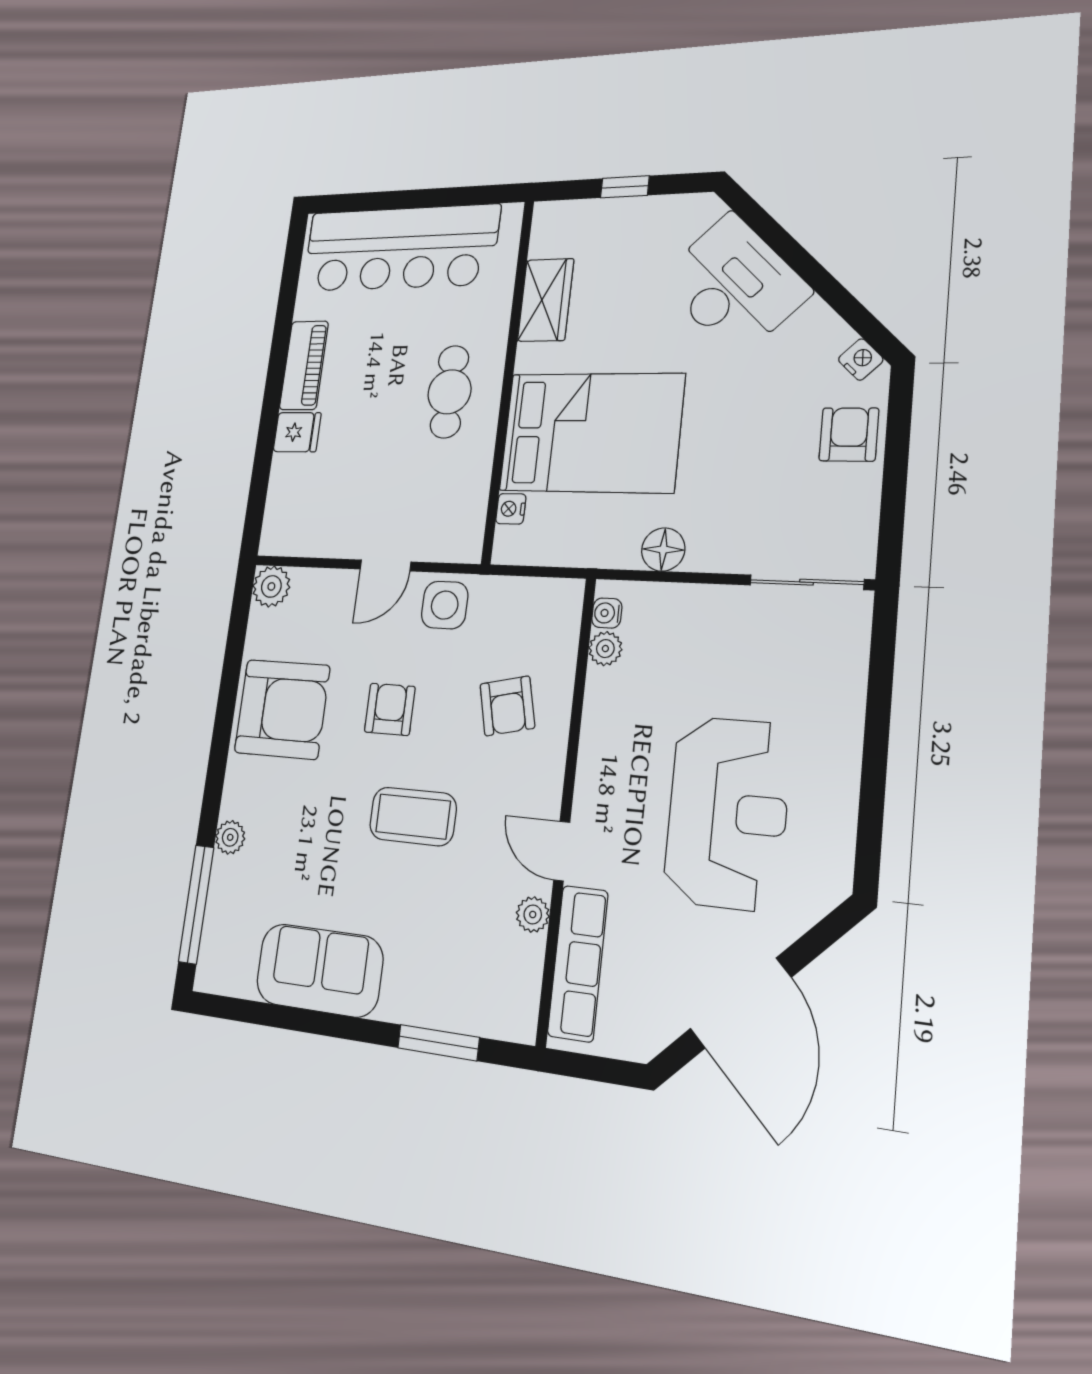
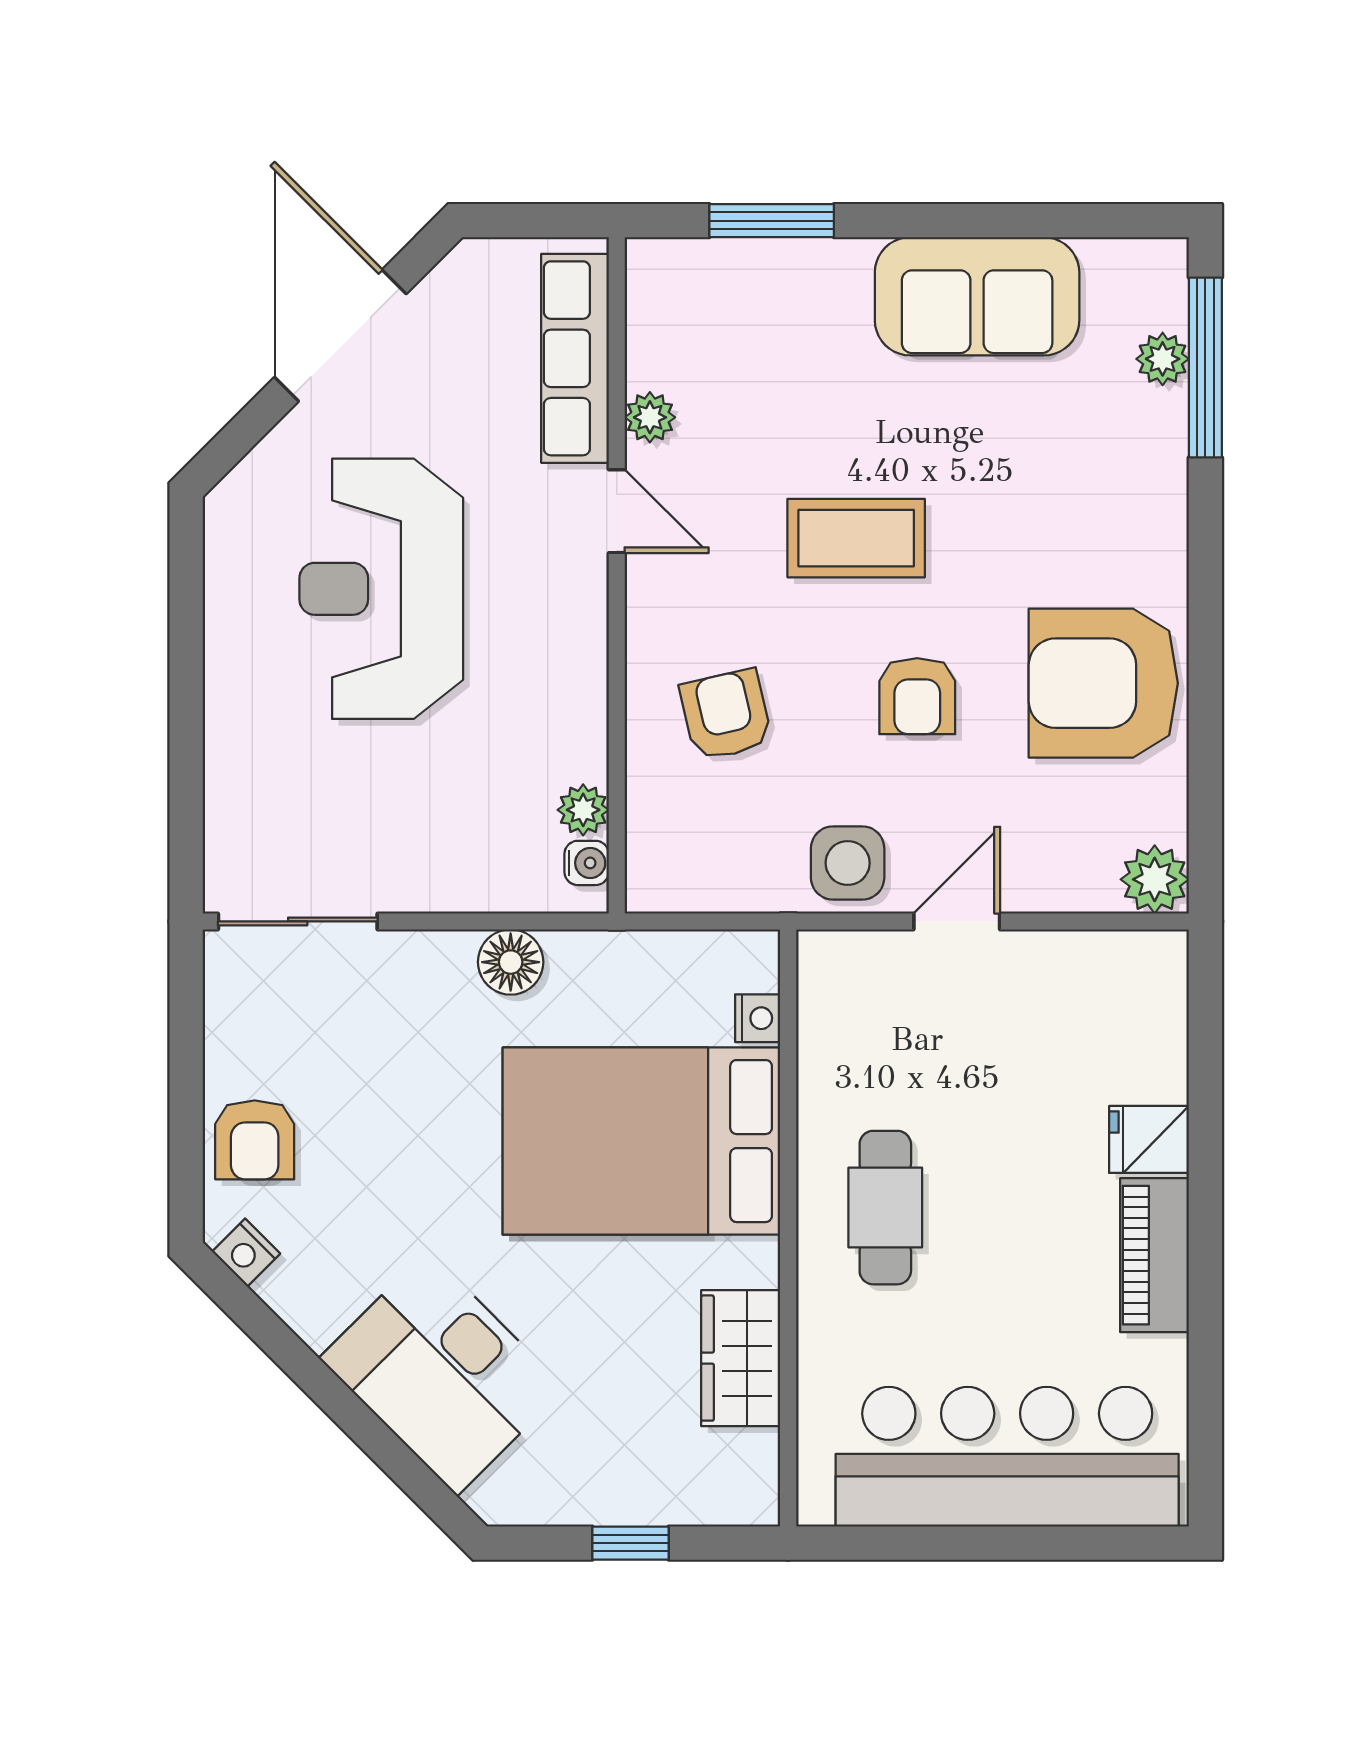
plant: (230, 837) -> (1163, 359), moved

